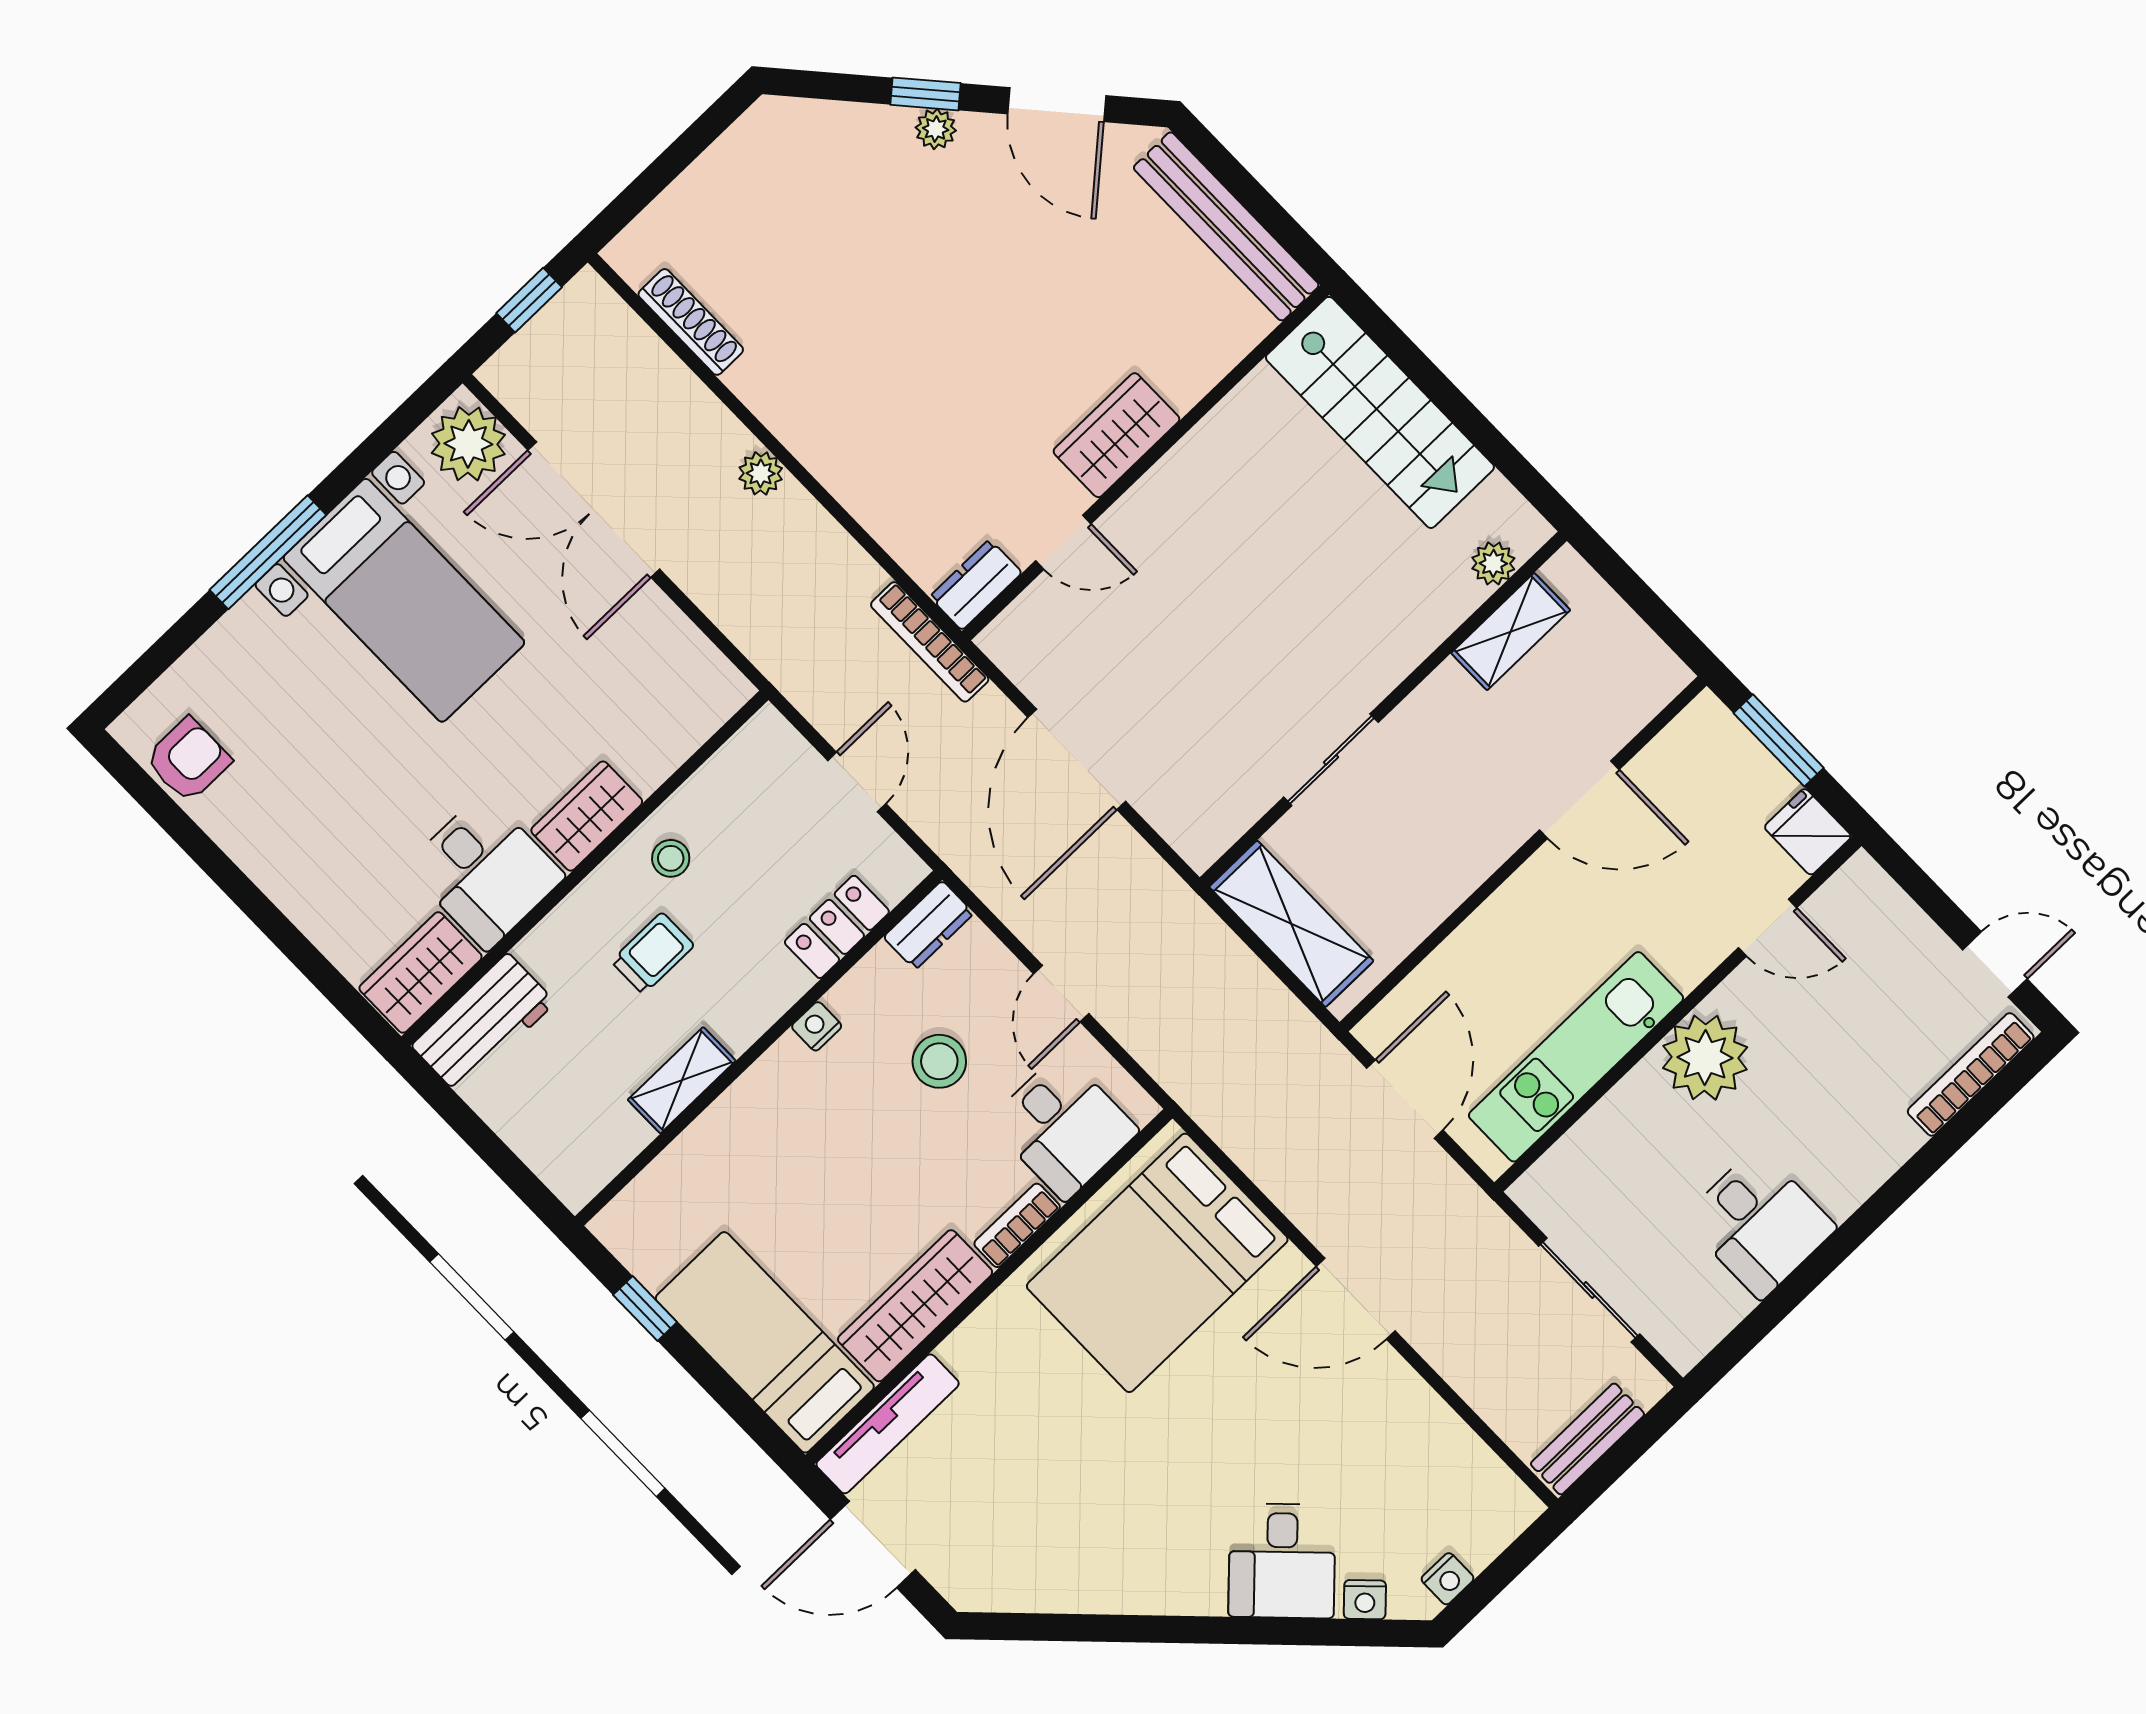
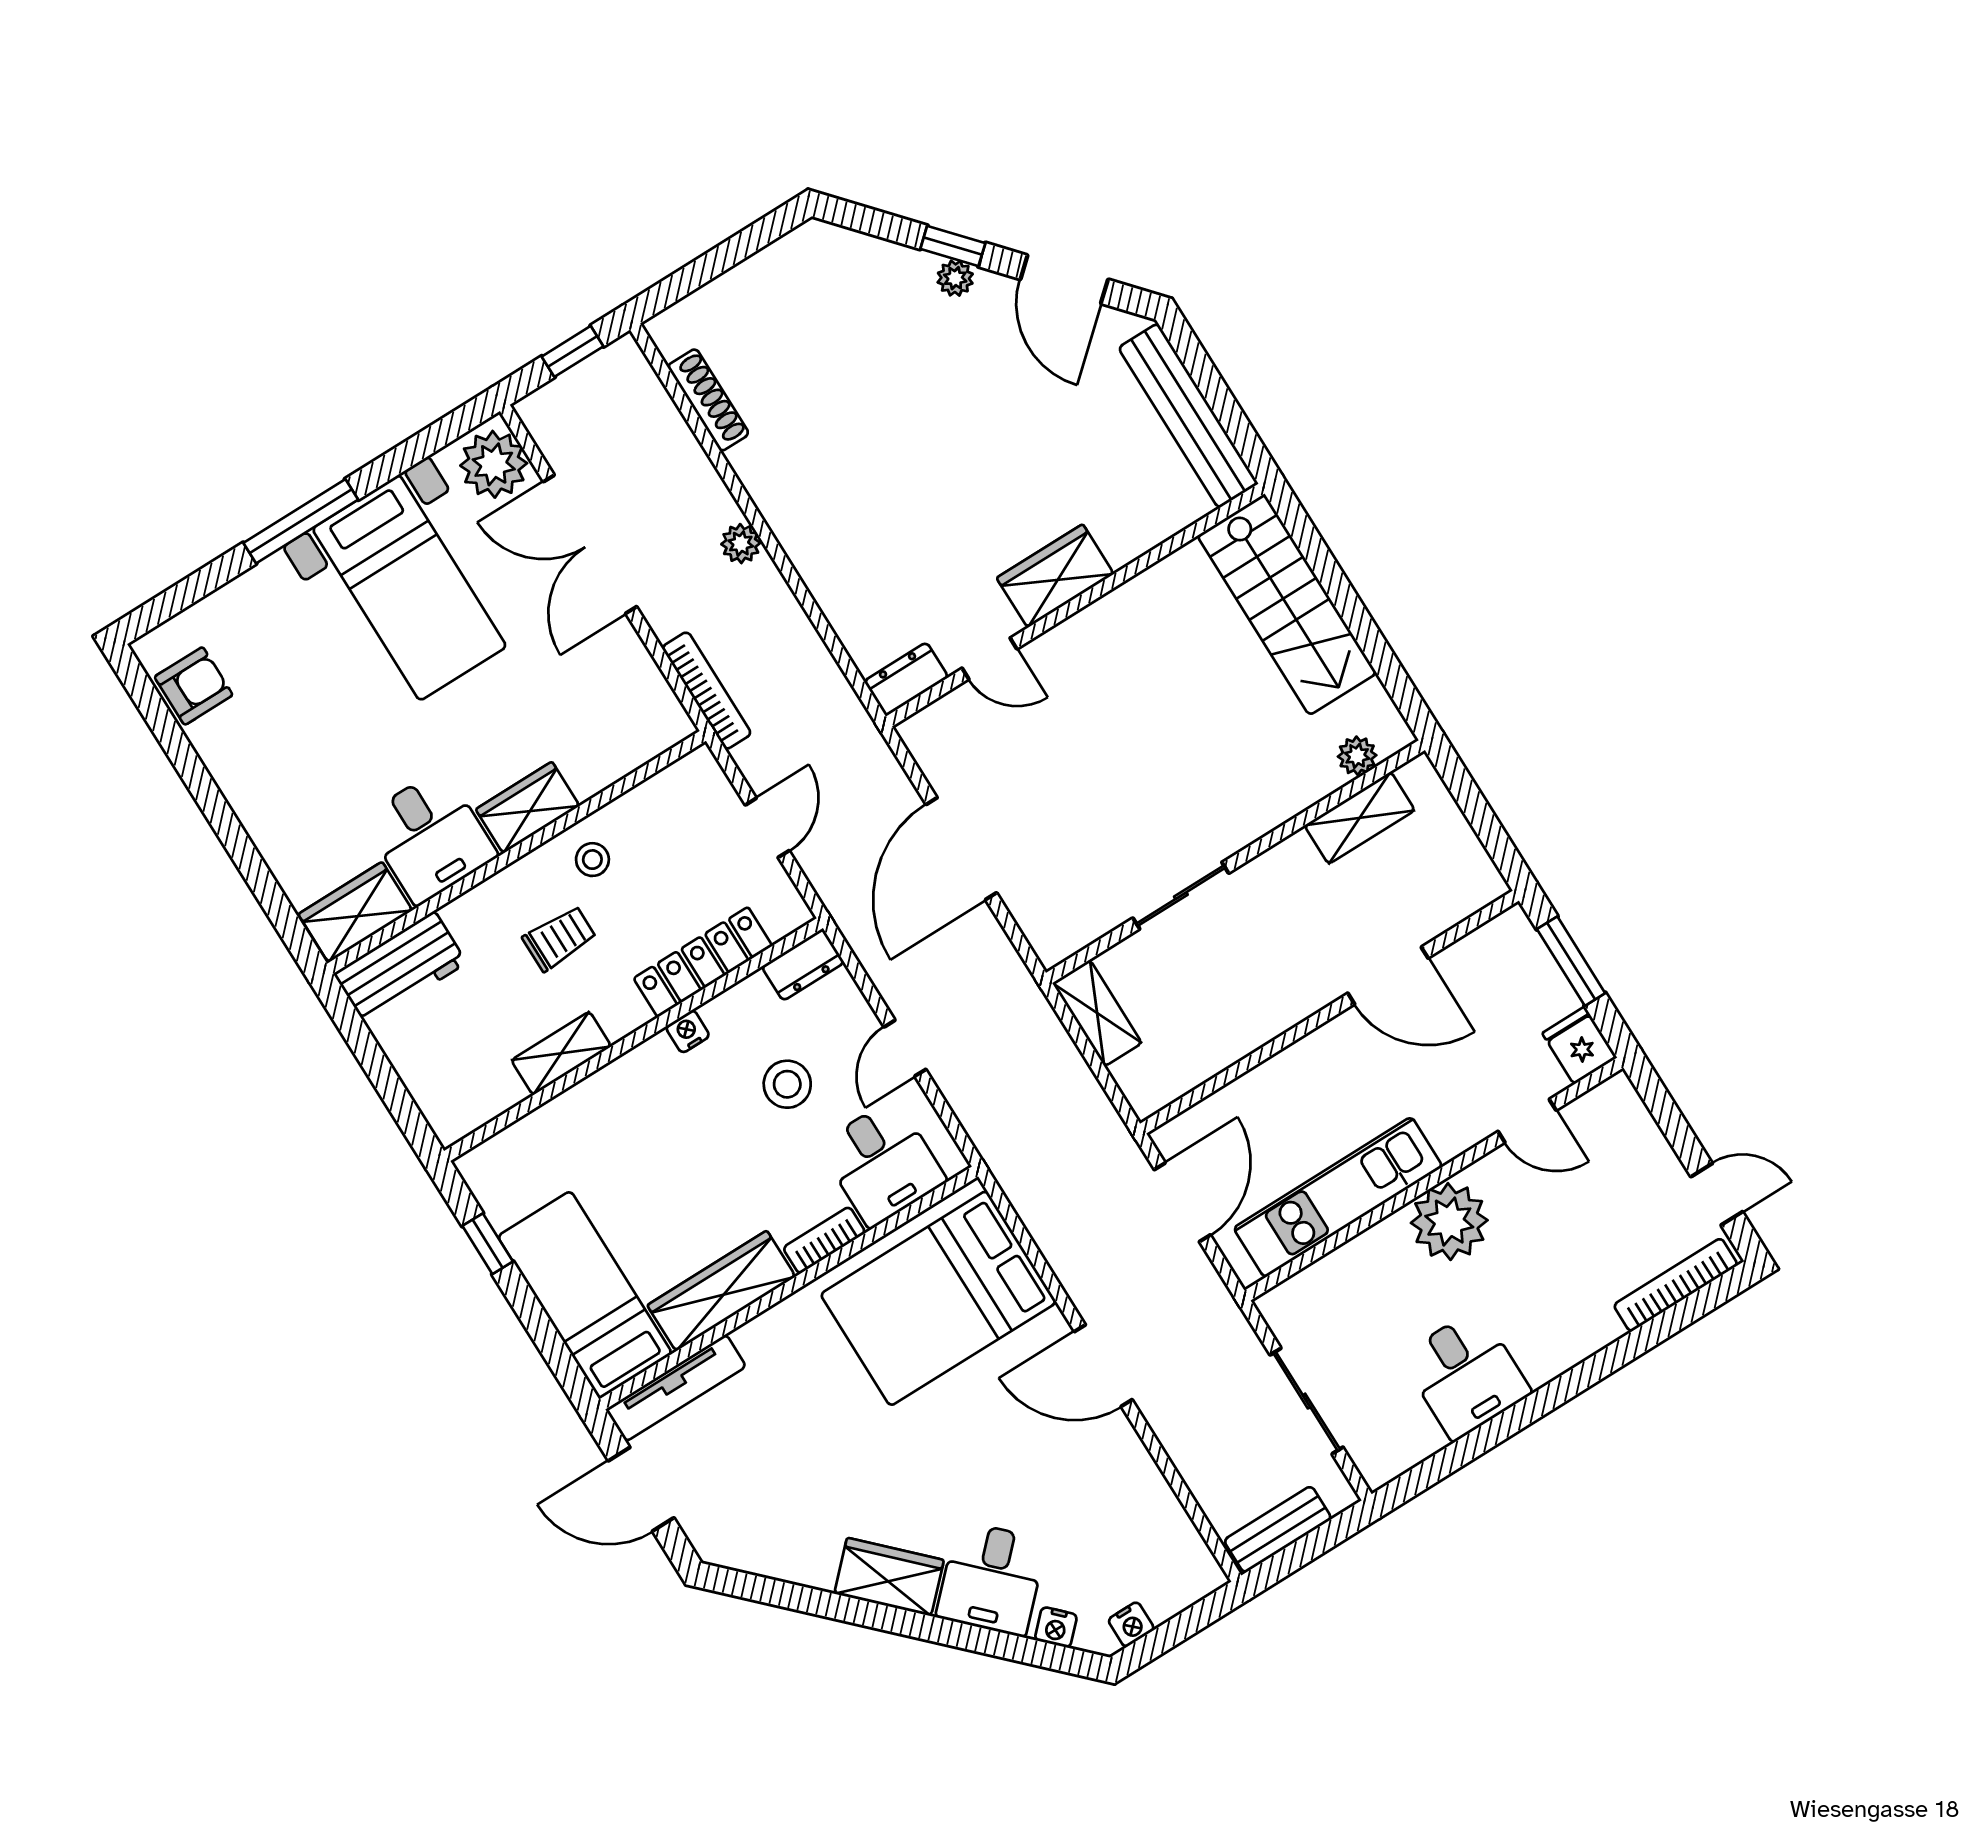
bookcase: (930, 642) -> (707, 691), moved, turned 180
shelving: (1291, 924) -> (1097, 1013), width x0.67, depth x0.75
locker: (837, 927) -> (703, 962), width x1.53
wardrobe: (1168, 1583) -> (889, 1577), added

